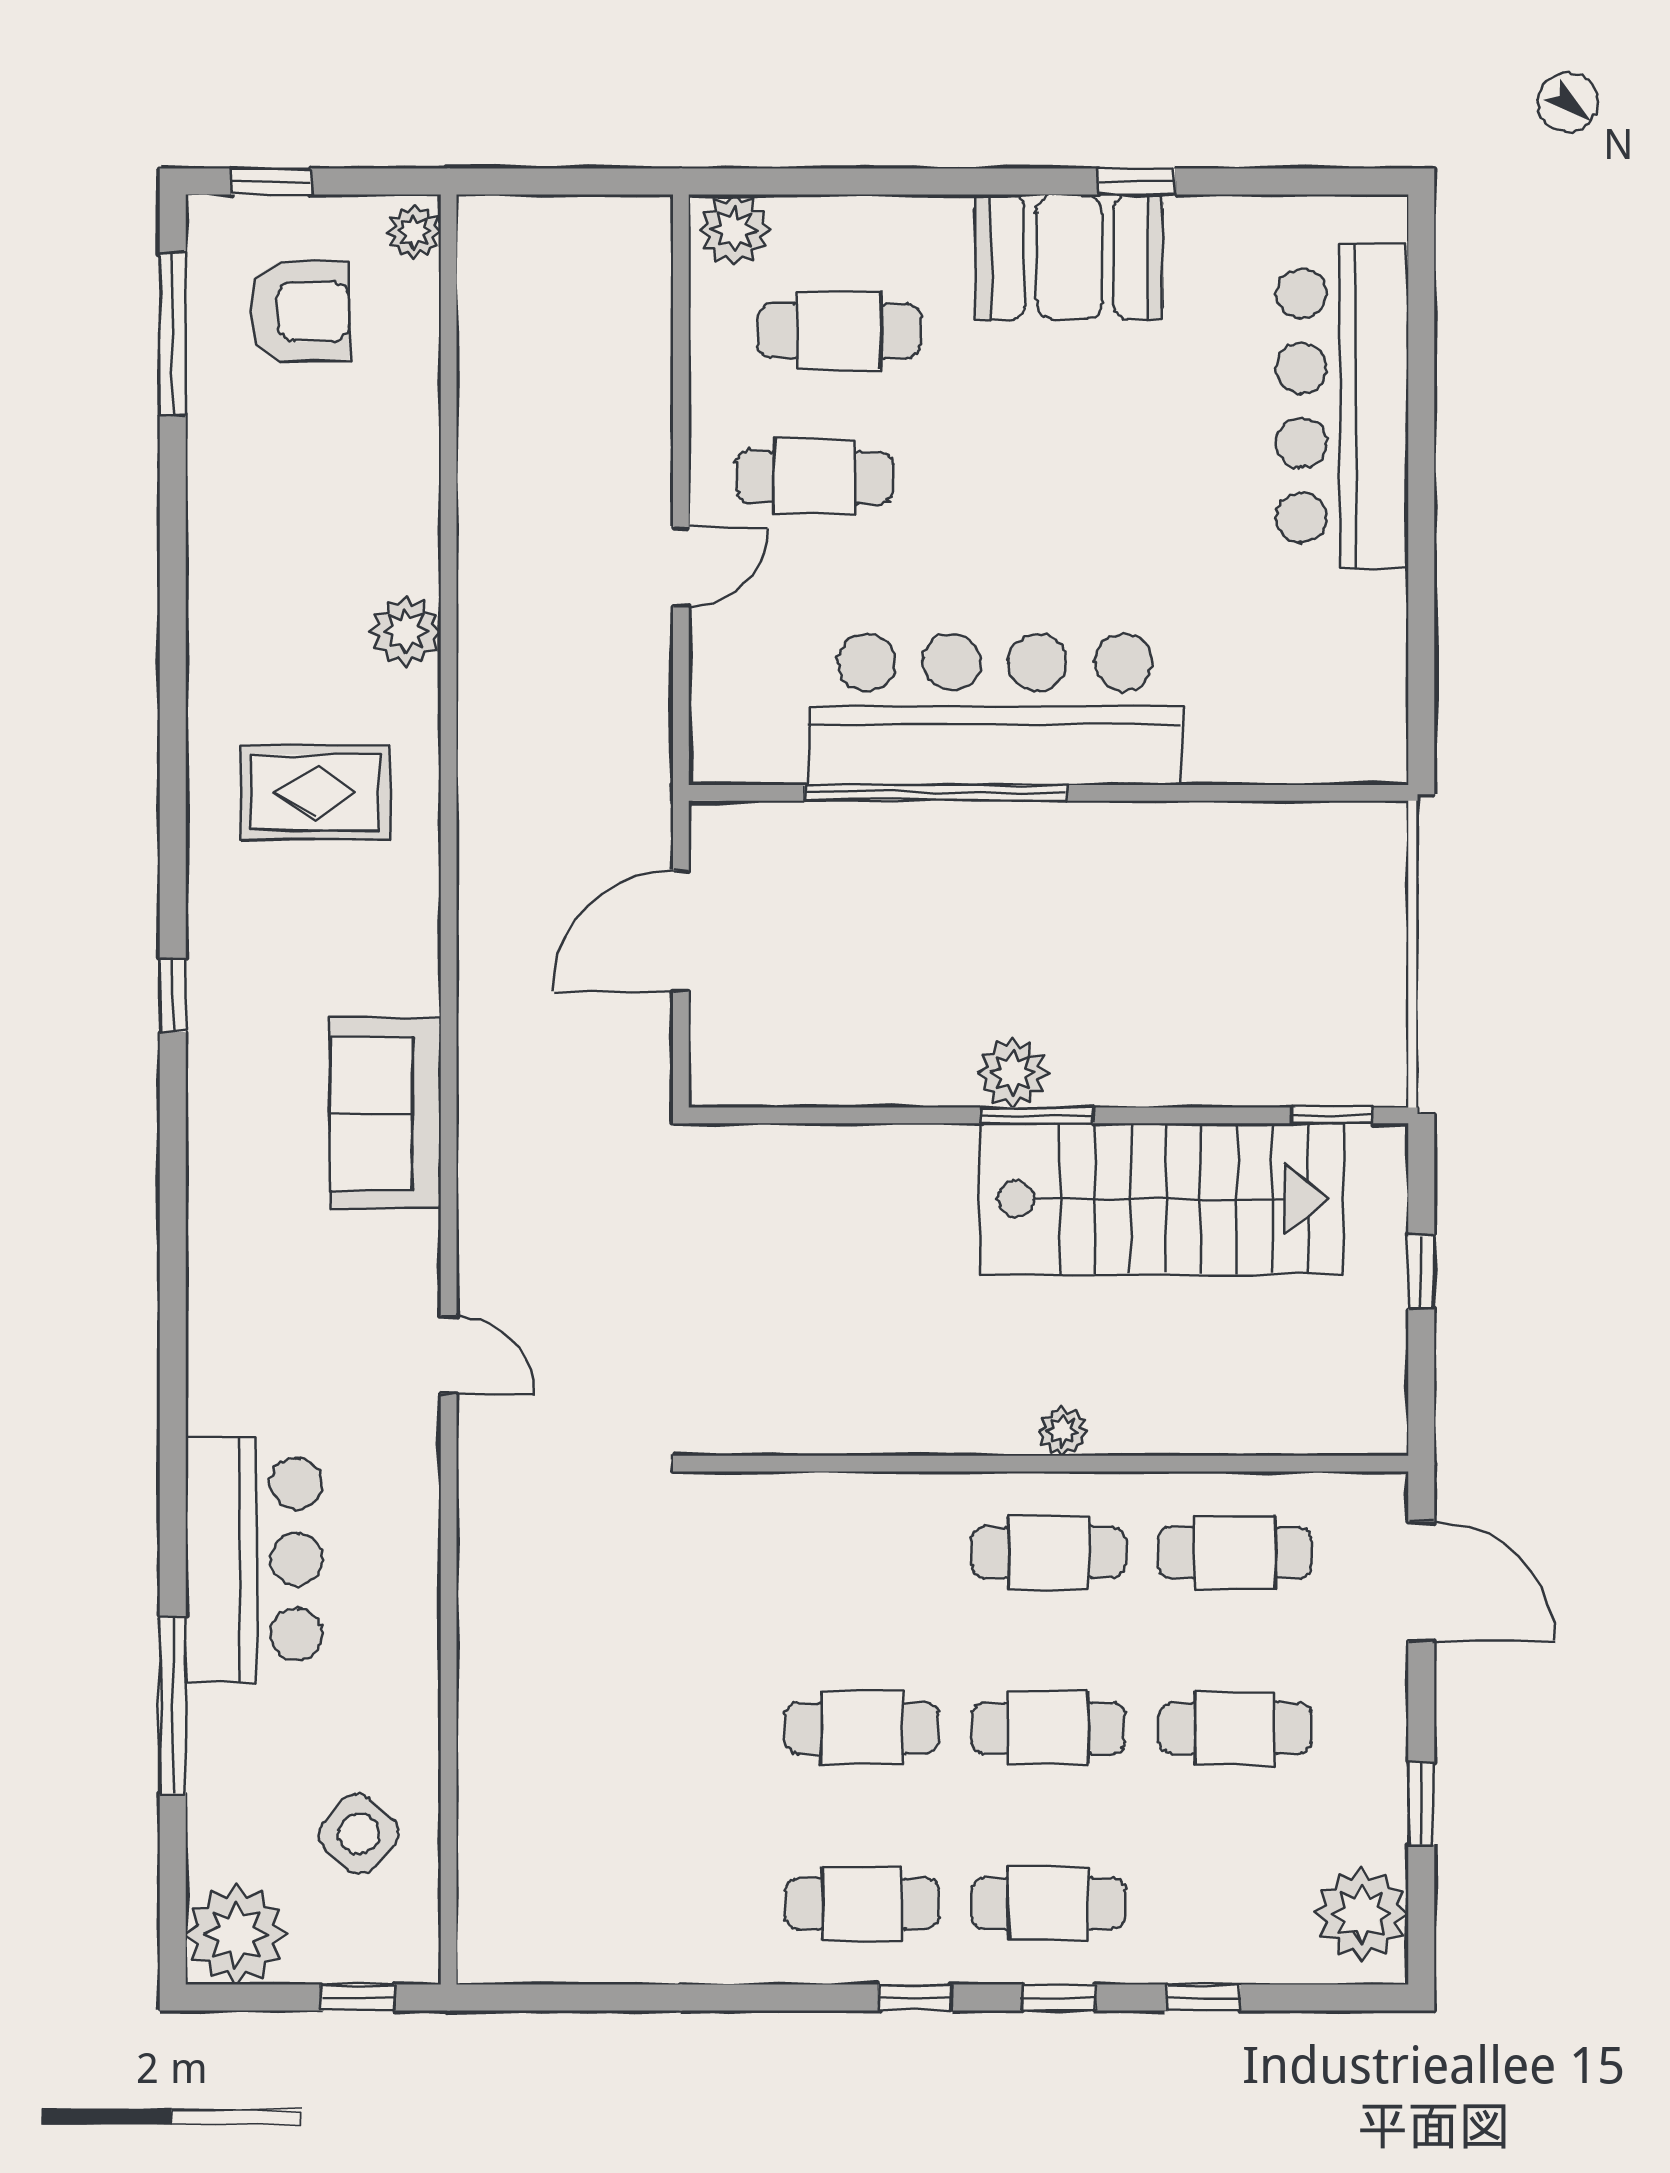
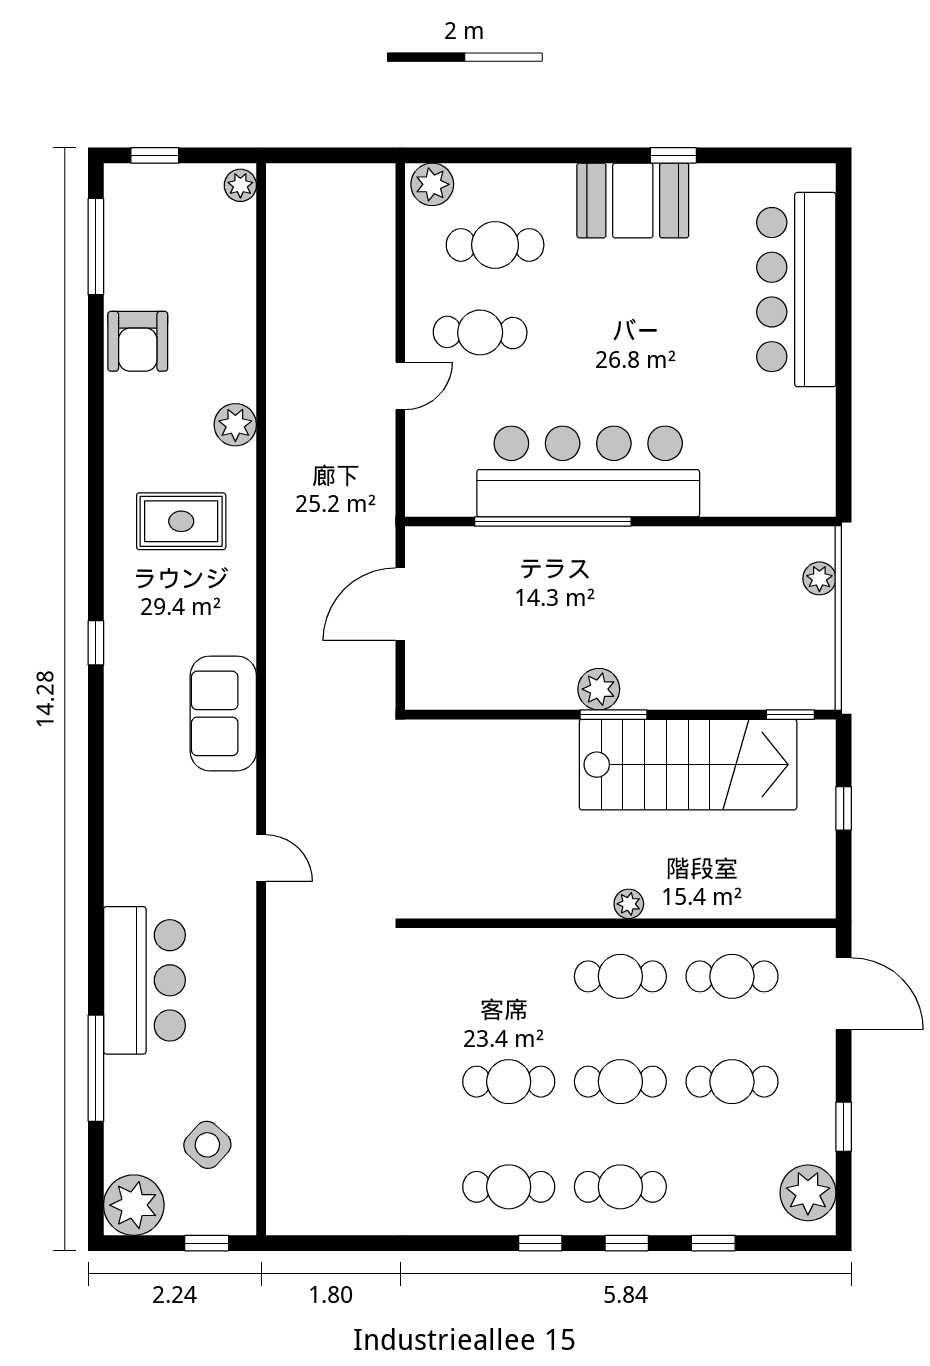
armchair: (299, 311) -> (138, 341), moved, turned 90
plant: (1381, 888) -> (819, 578), added

